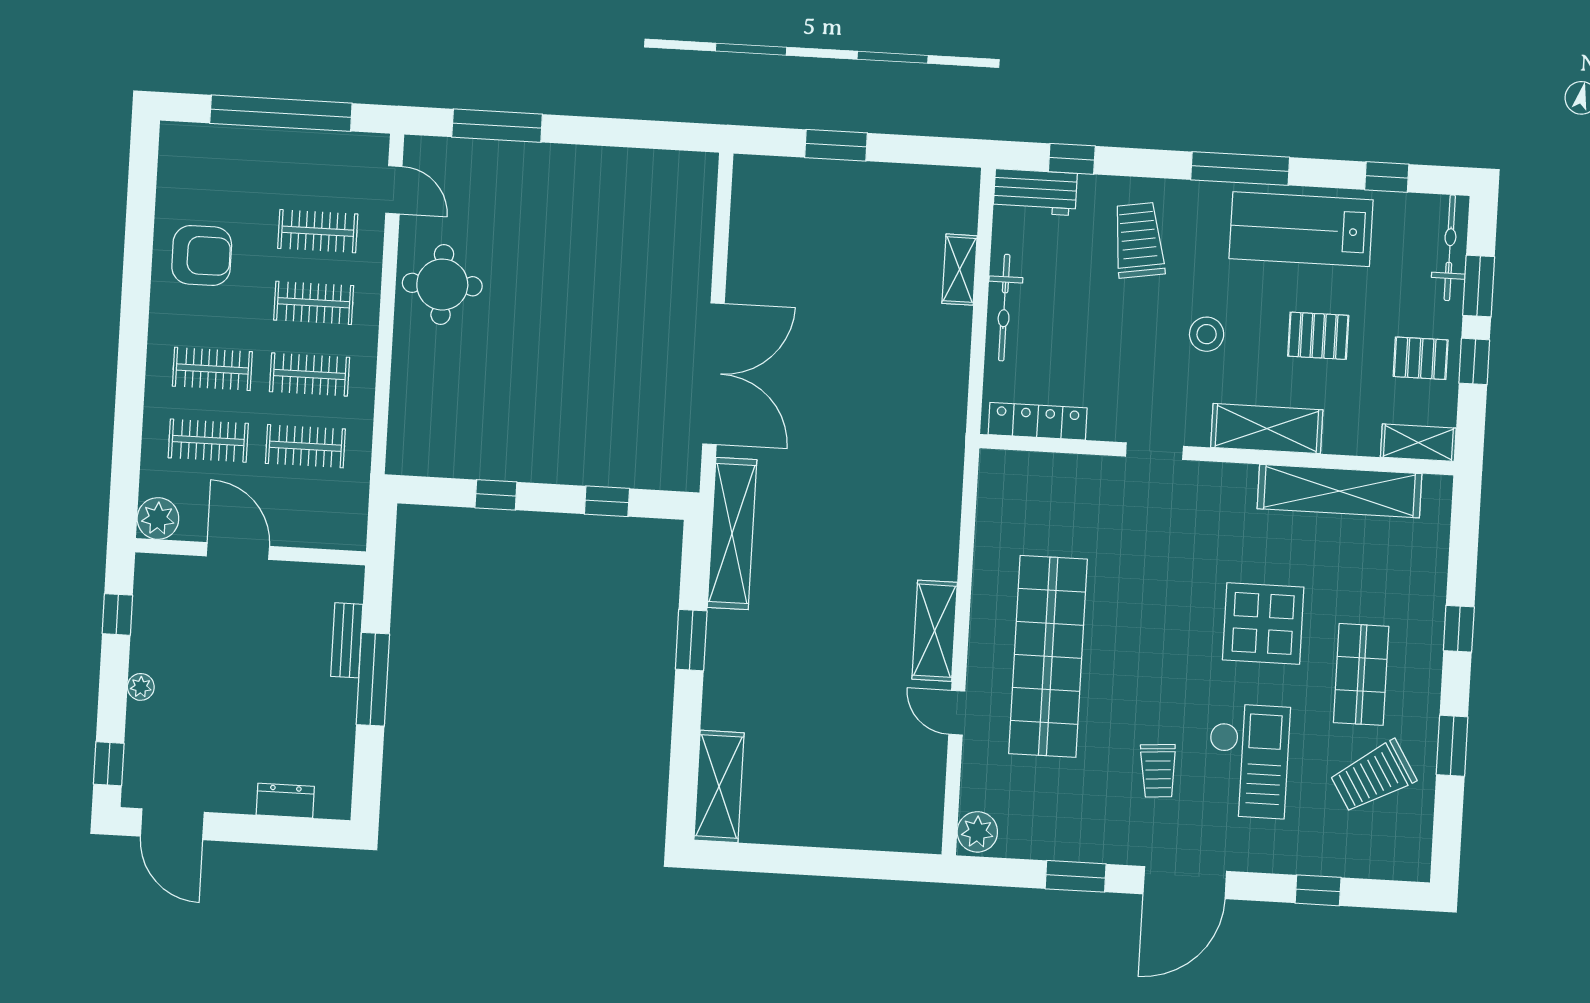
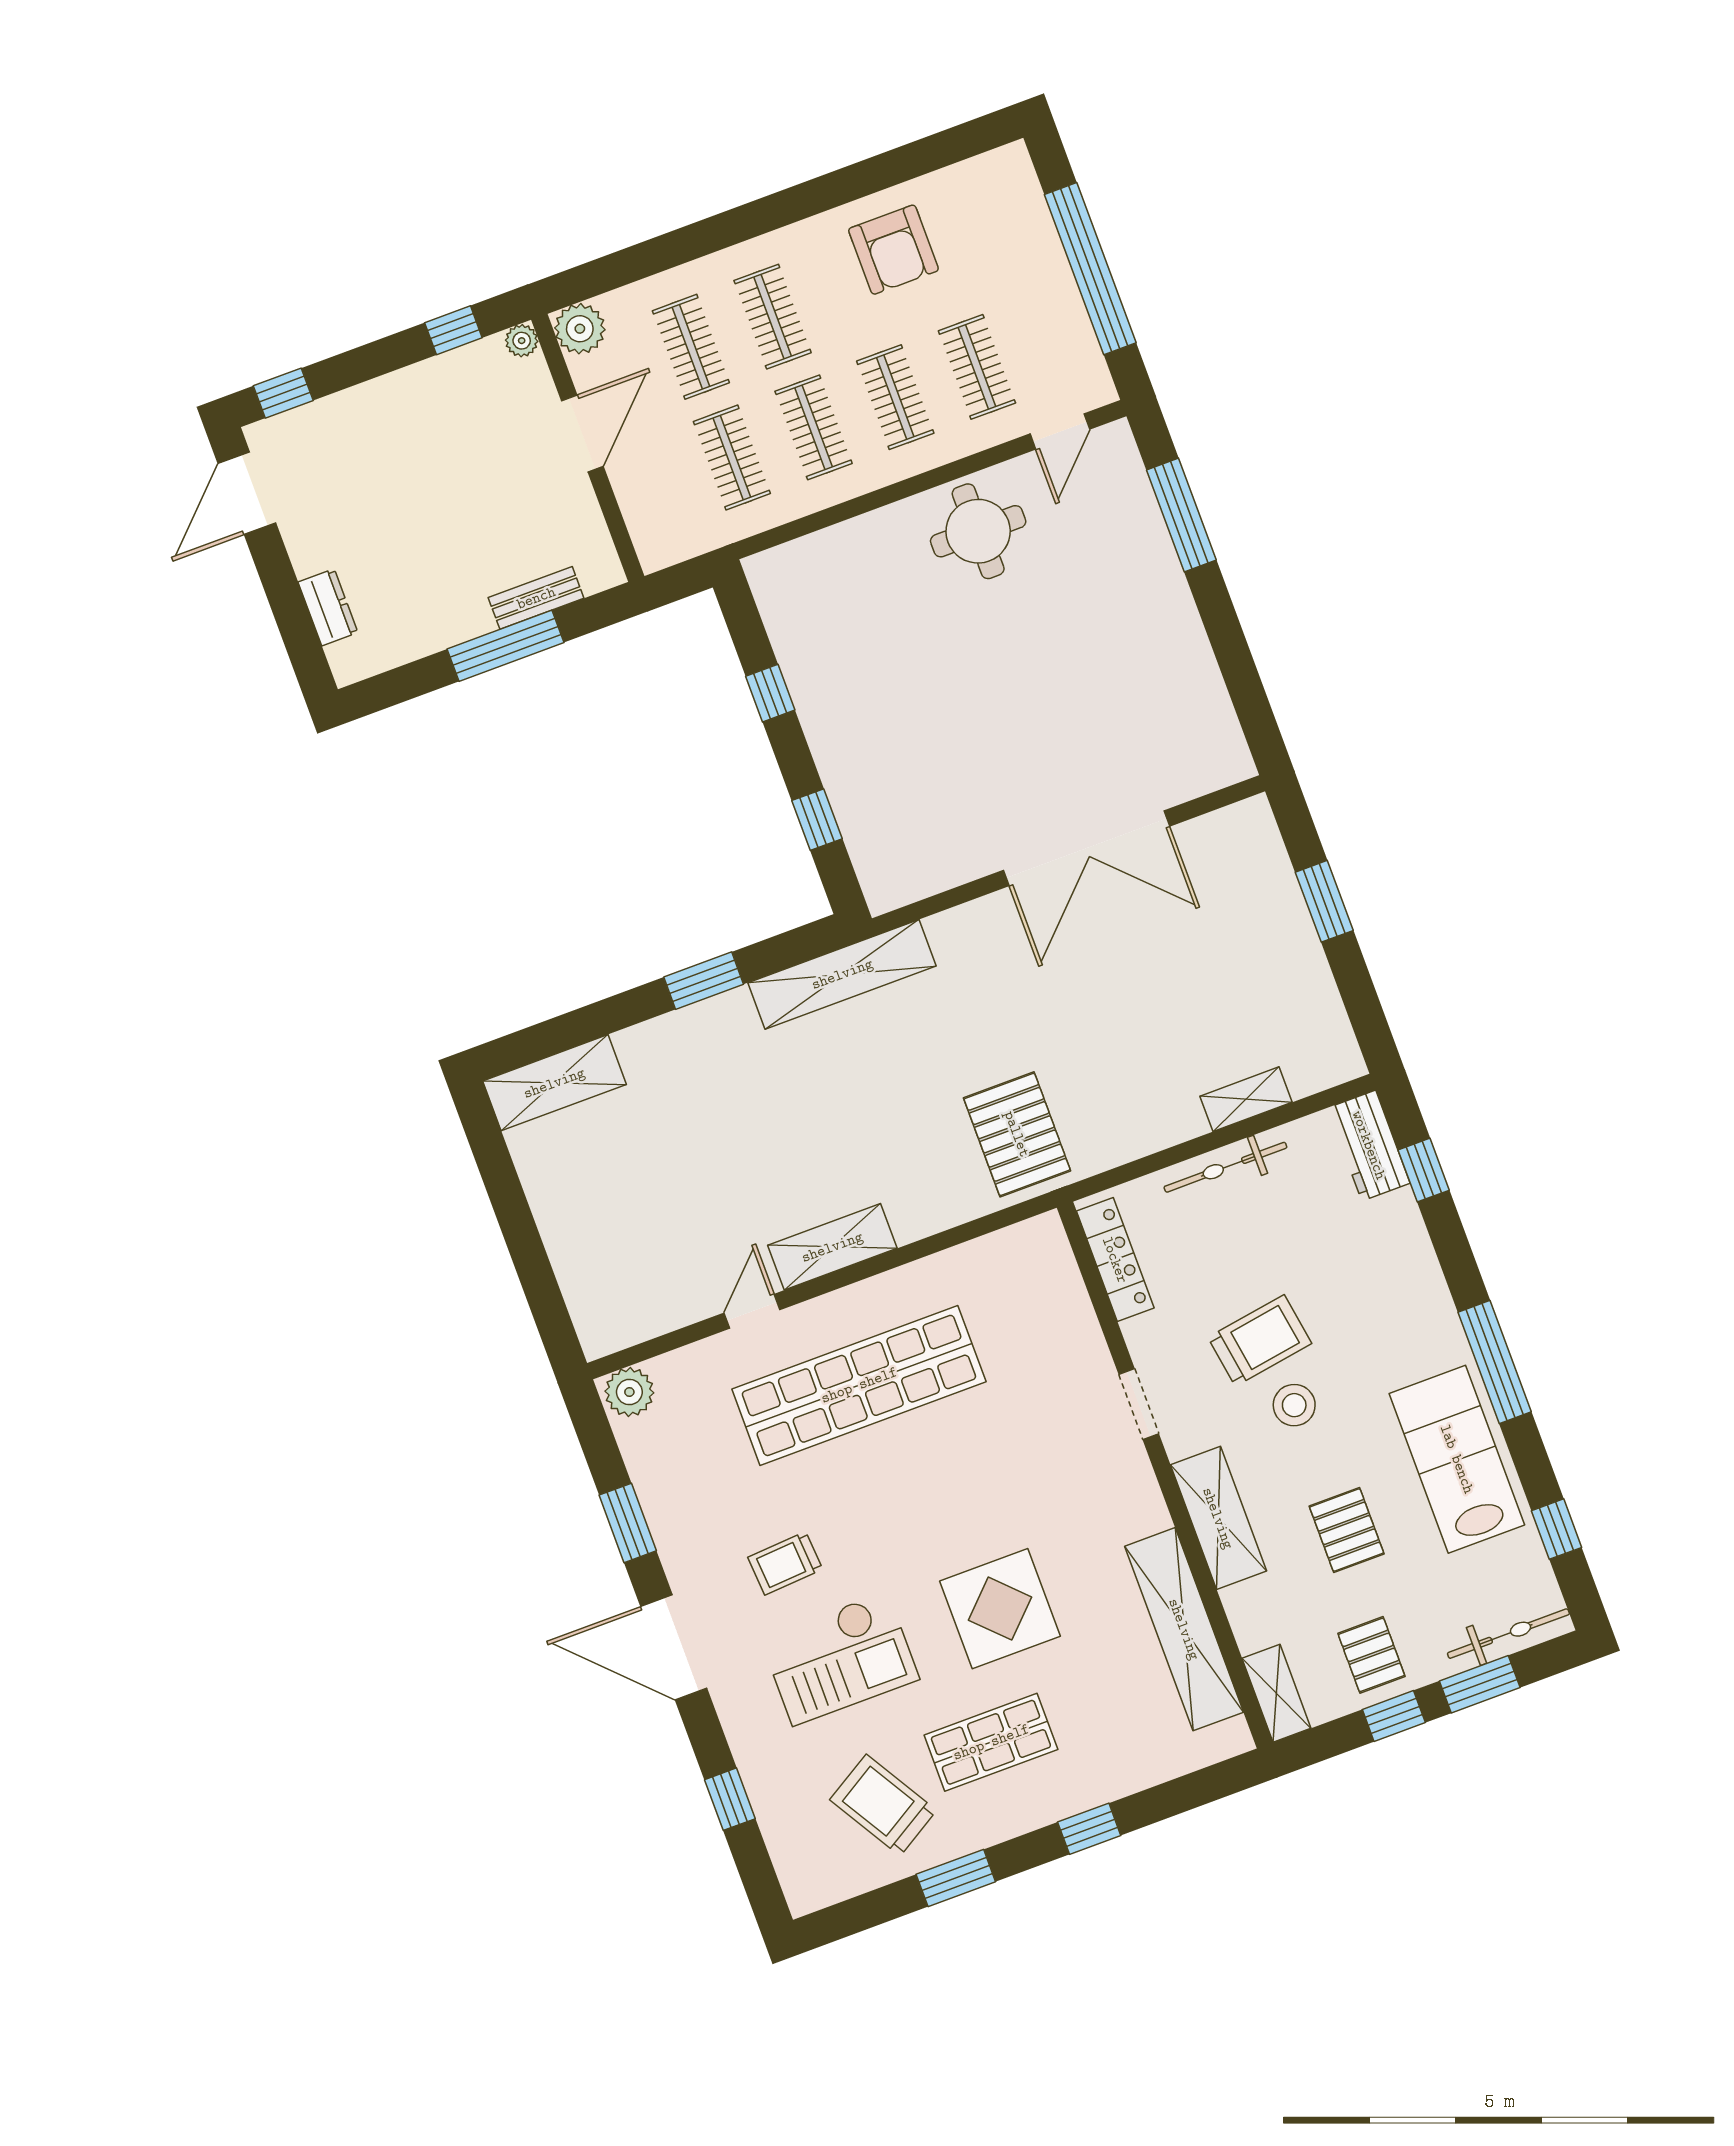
trolley: (1139, 240) -> (1260, 1340), moved
double door: (714, 374) -> (1086, 848), moved
pallet: (911, 454) -> (1017, 1134), added
plant: (141, 687) -> (522, 341), moved

